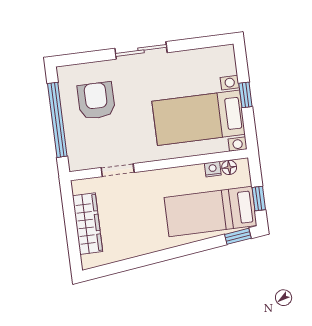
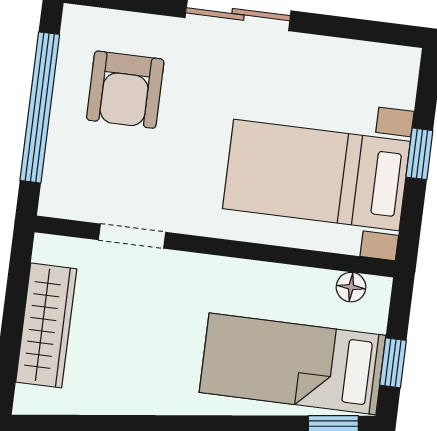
armchair: (96, 101) -> (125, 90), turned 180
nightstand: (213, 169) -> (318, 282), removed

